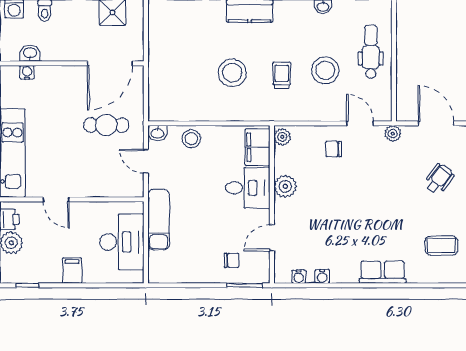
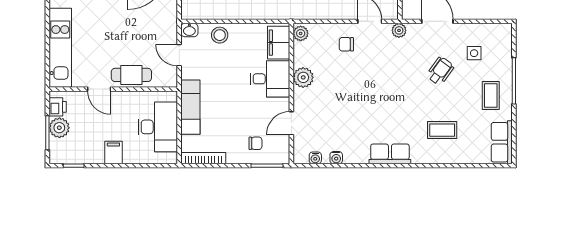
cafe table: (106, 125) -> (131, 75), moved
bookcase: (173, 277) -> (203, 158), added

